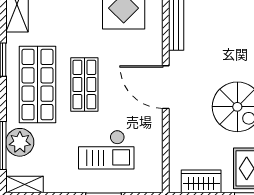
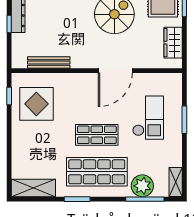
door: (166, 87) -> (115, 71), moved

